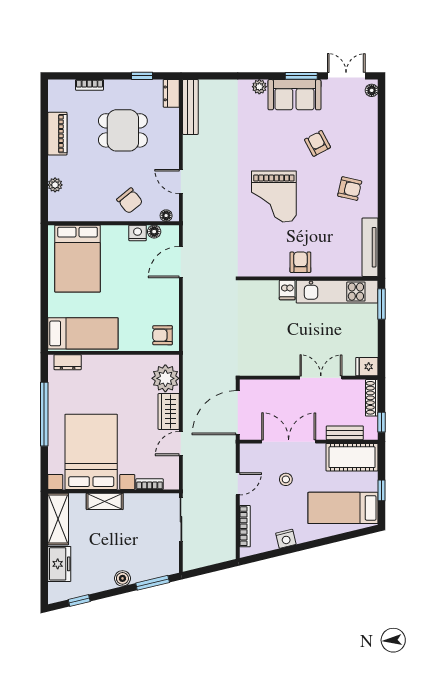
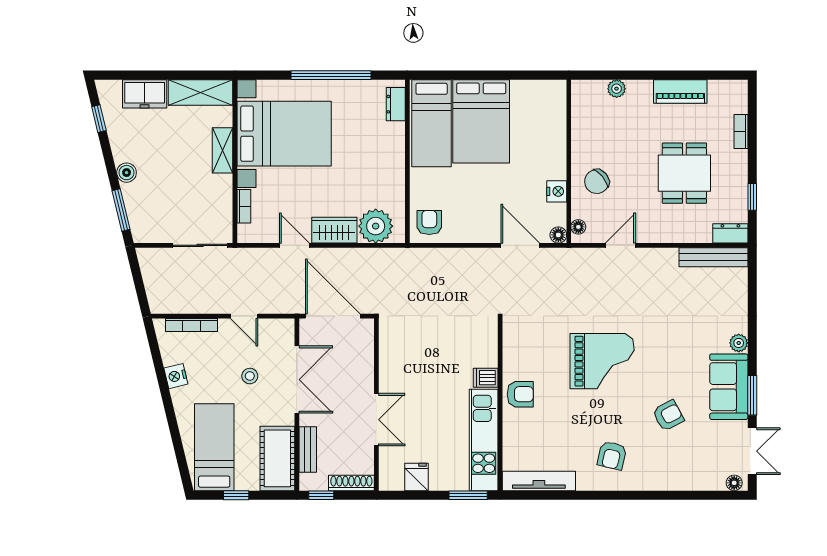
grand piano: (274, 197) -> (602, 361), turned 180
floor lamp: (154, 232) -> (558, 235), moved
bed: (78, 259) -> (481, 121), moved, turned -90
fridge: (367, 367) -> (416, 477), moved

